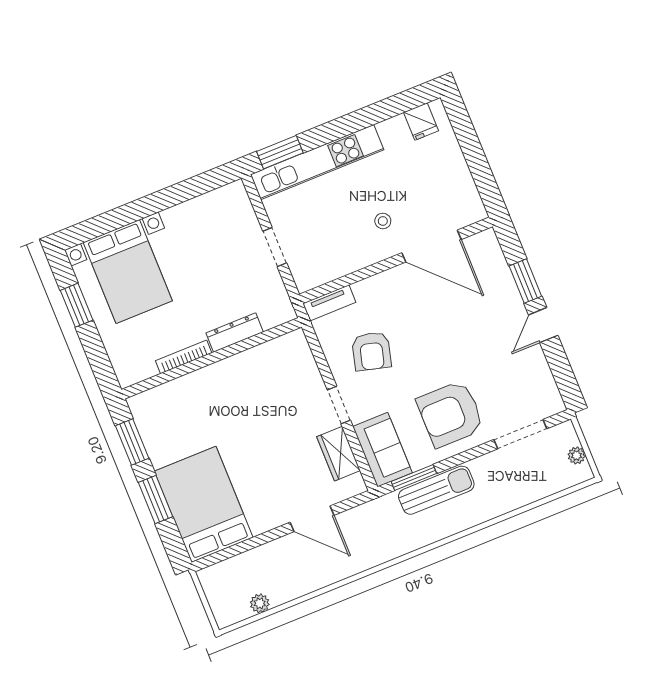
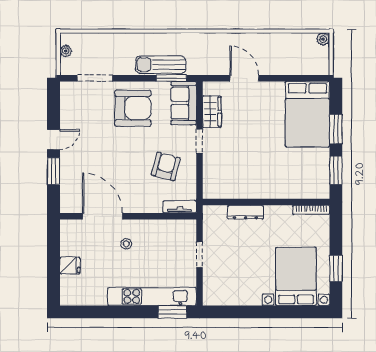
fridge: (421, 121) -> (70, 265), moved, turned 90
bookcase: (184, 357) -> (311, 210), moved
plant: (260, 603) -> (323, 39), moved

